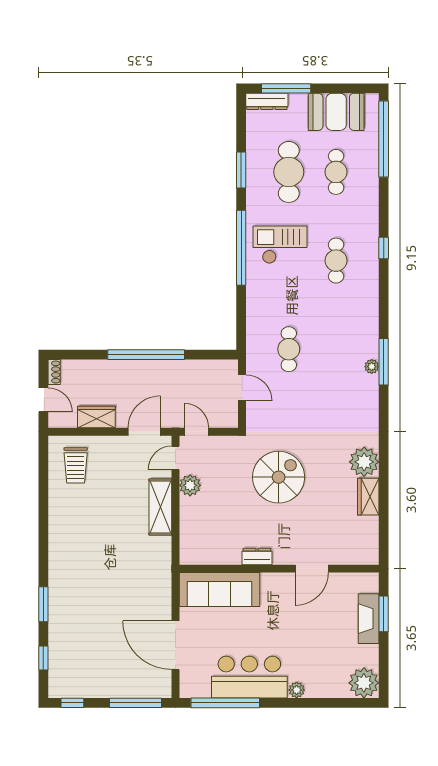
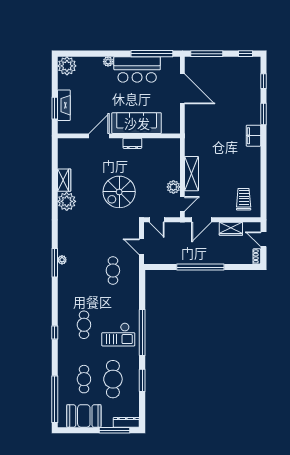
door: (196, 432) -> (157, 220), moved
filing cabinet: (60, 569) -> (253, 136), added
sofa: (219, 590) -> (137, 123), moved

